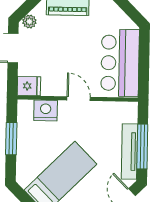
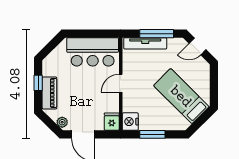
nightstand: (46, 110) -> (130, 122), moved
tv unit: (129, 151) -> (145, 43), moved

